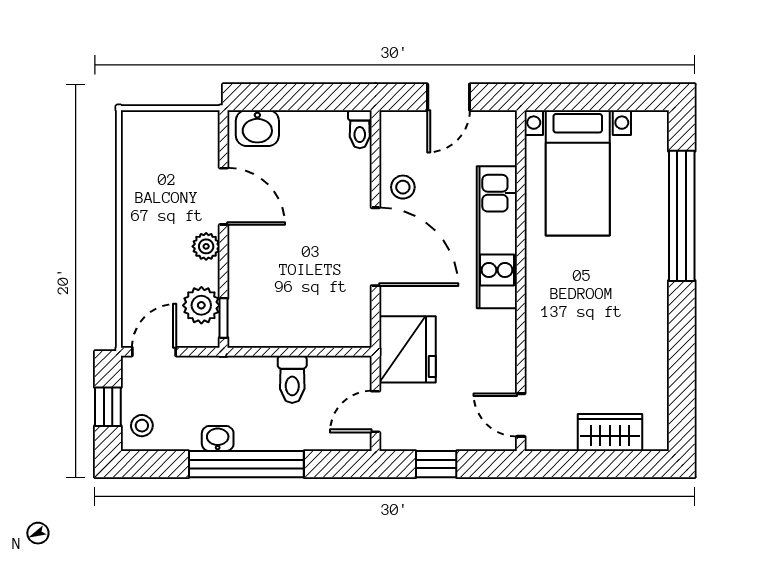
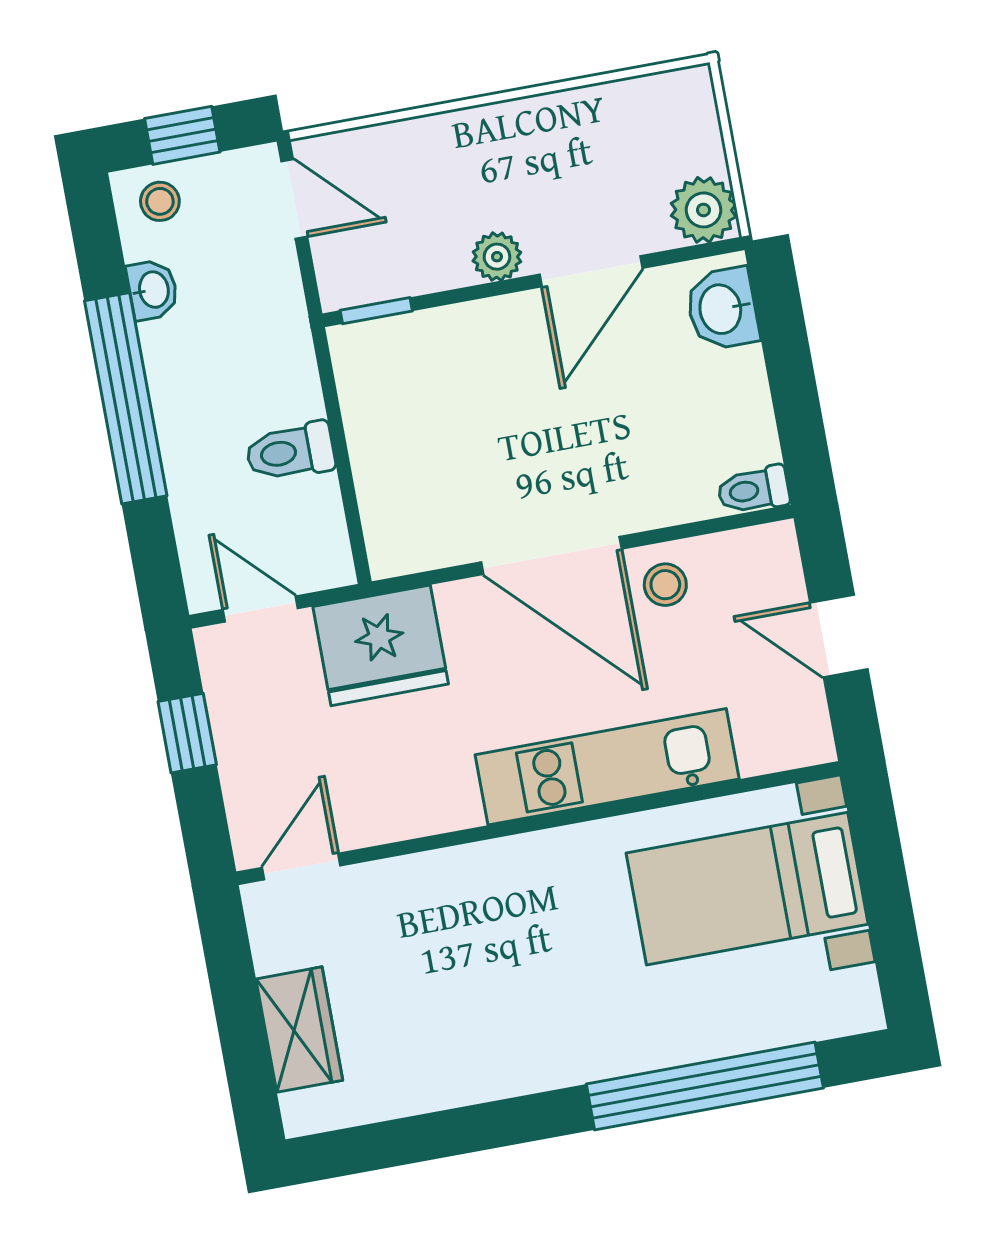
door: (375, 247) -> (551, 556), hinge flipped
plant: (201, 305) -> (704, 210), moved
washbasin: (218, 439) -> (153, 290), moved

